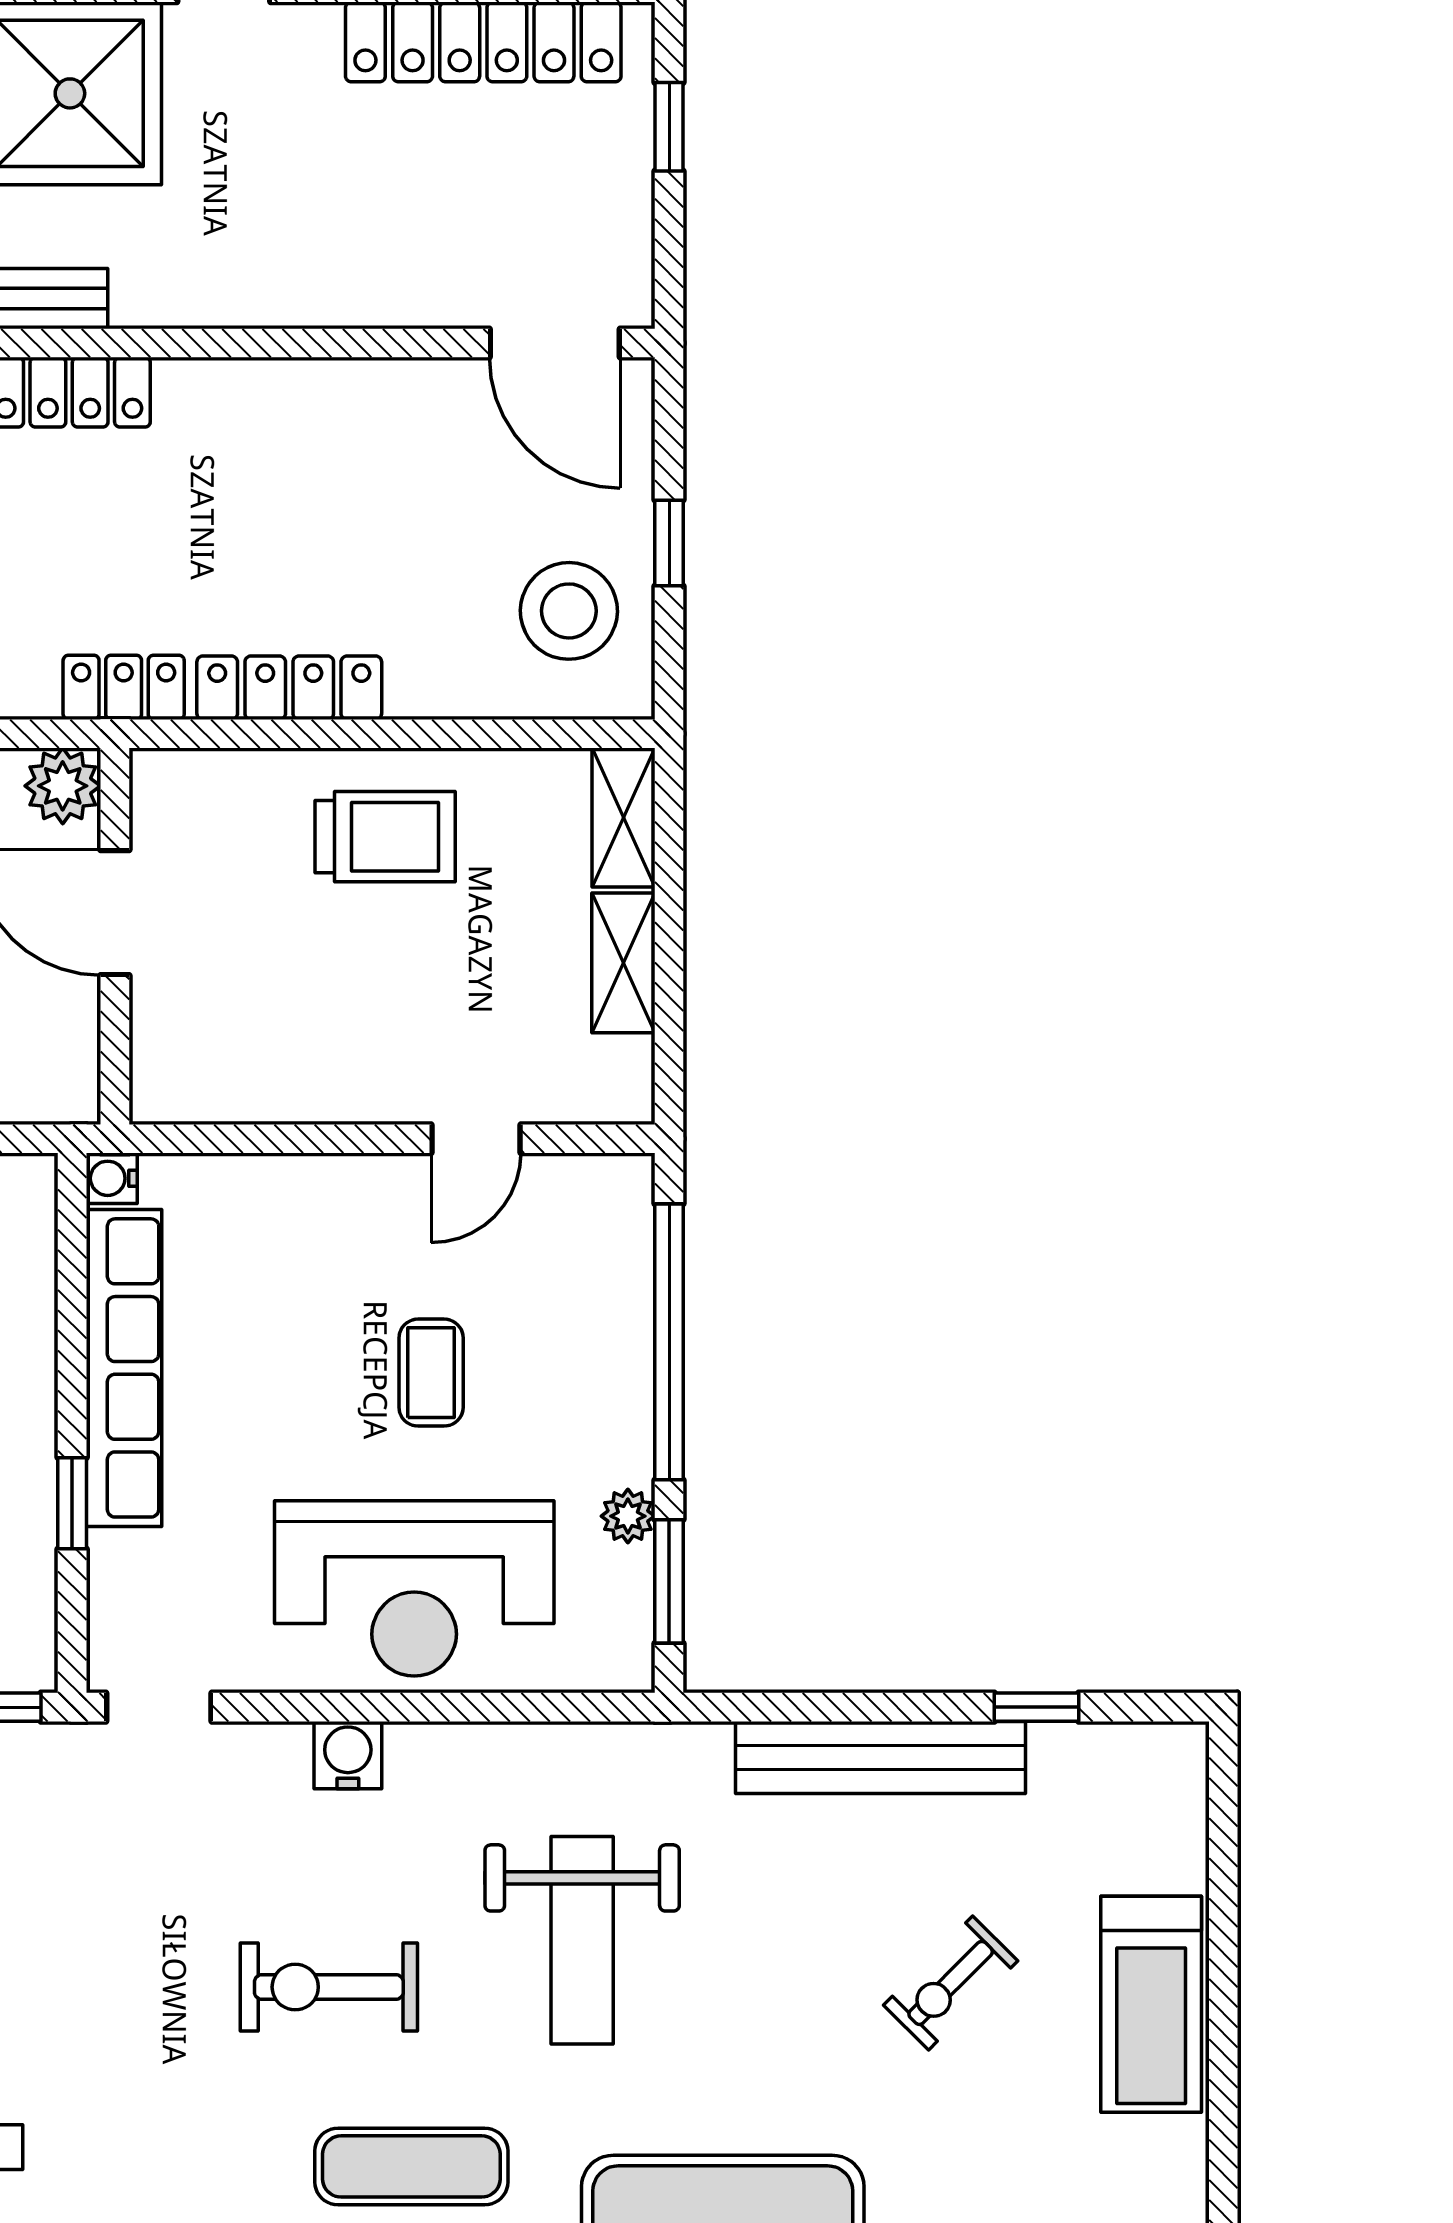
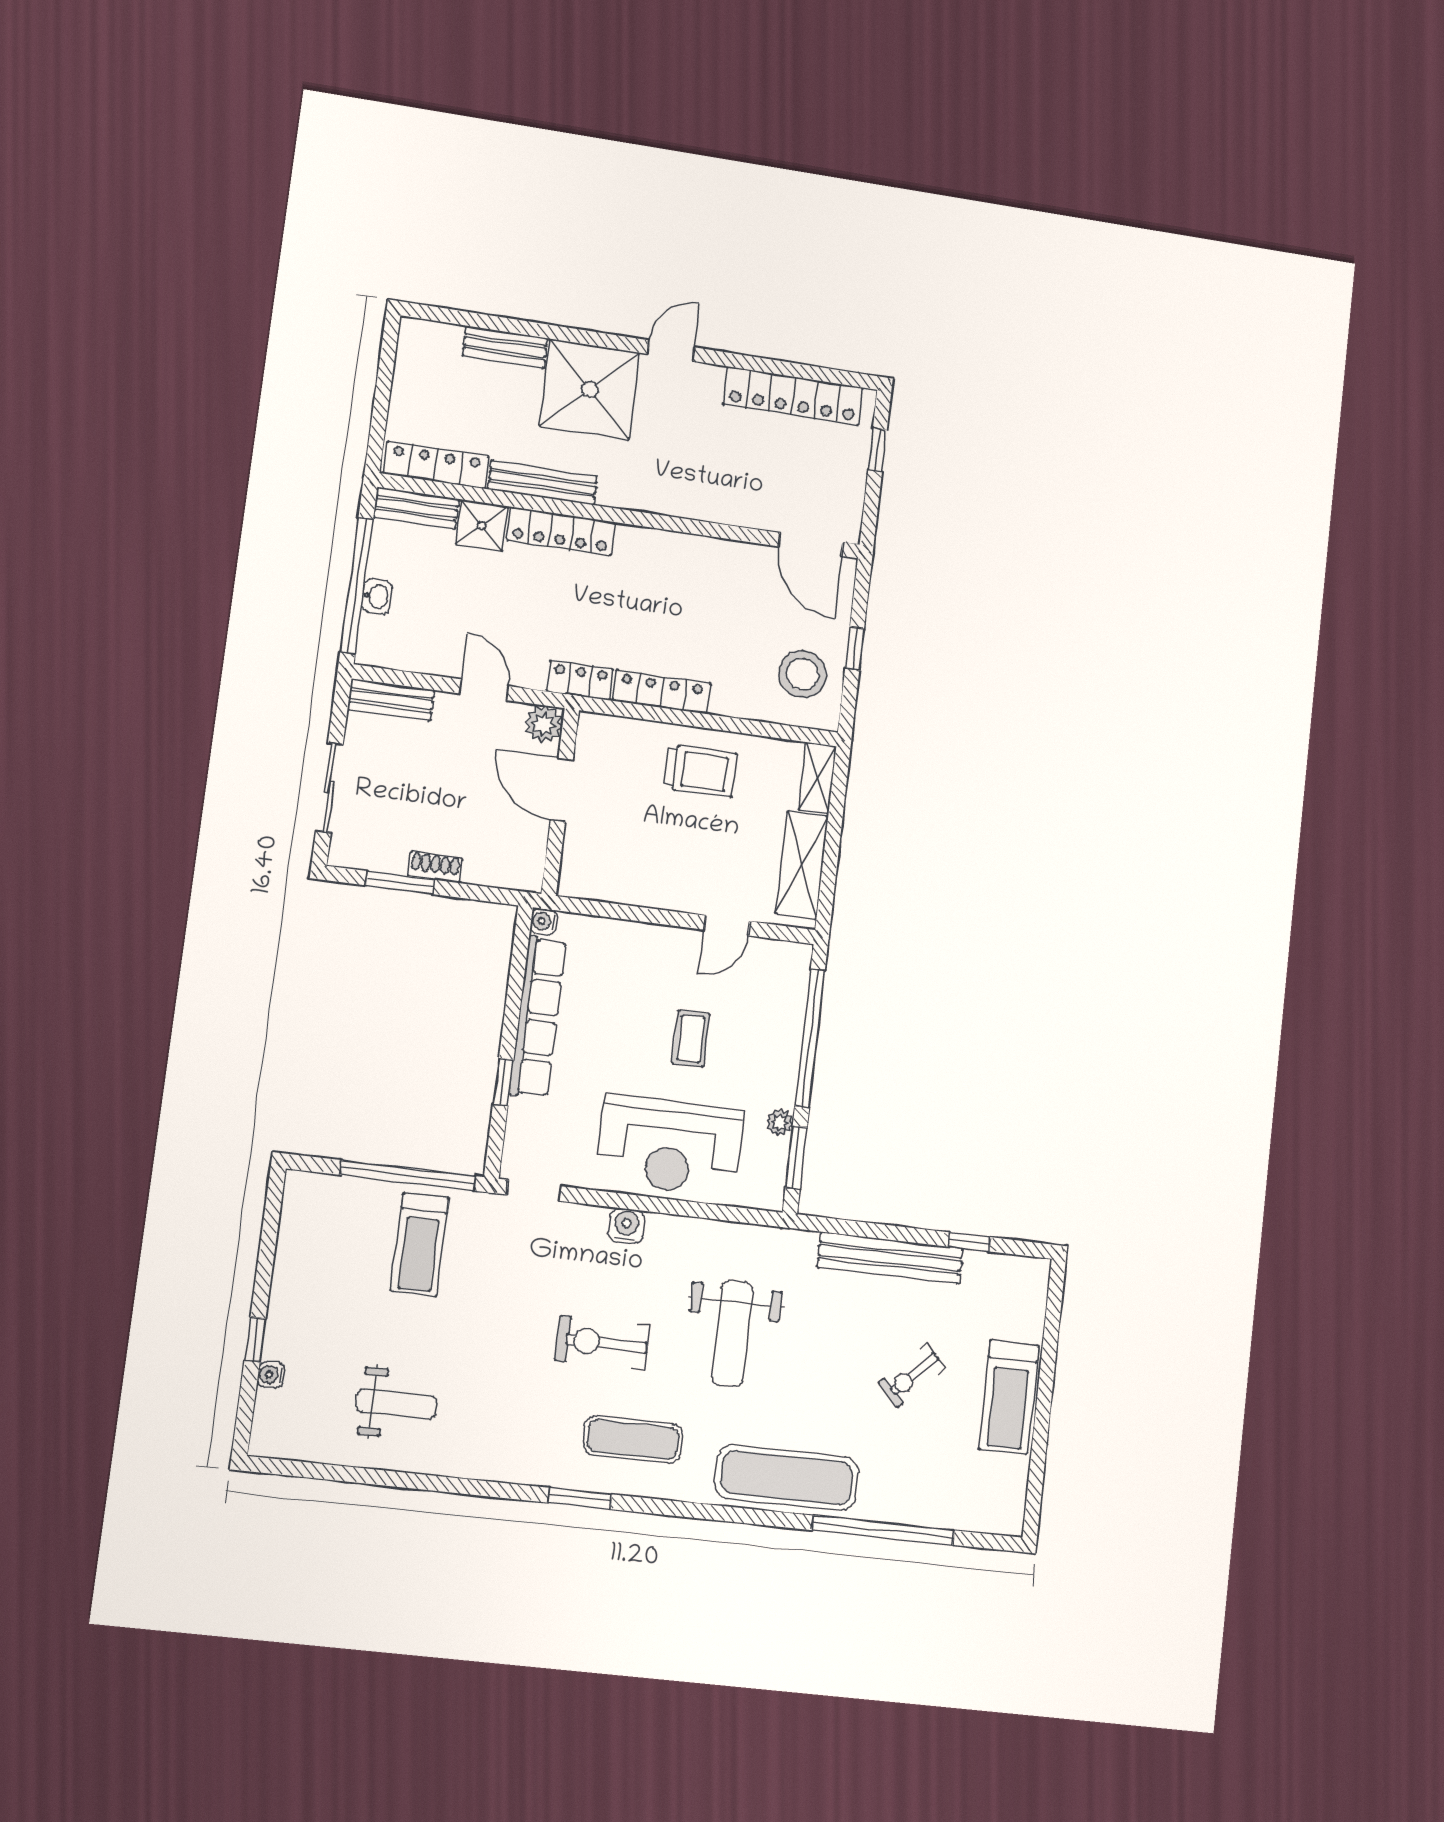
shelving: (623, 963) -> (802, 865), width x1.50, depth x1.33

